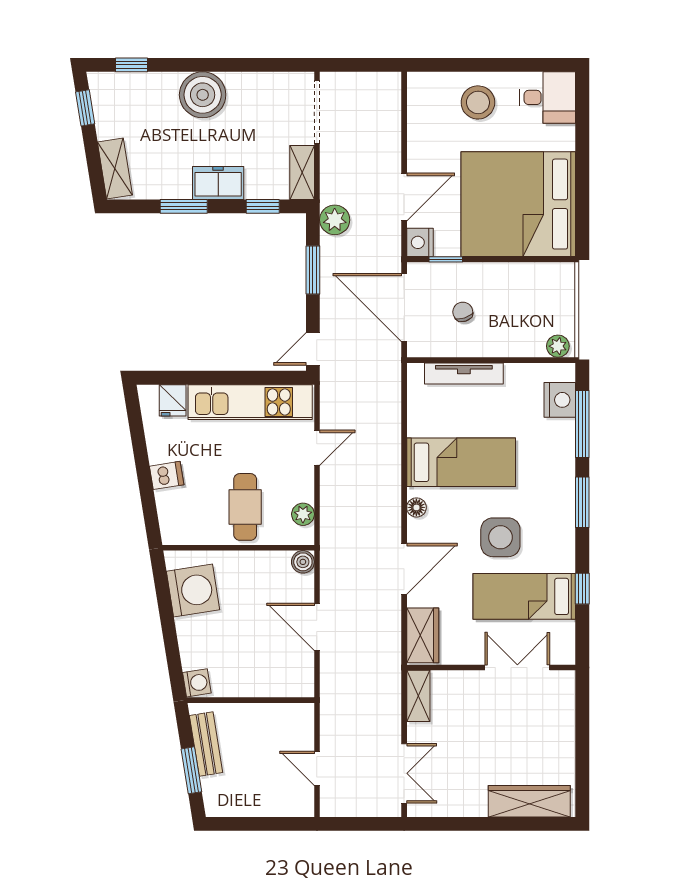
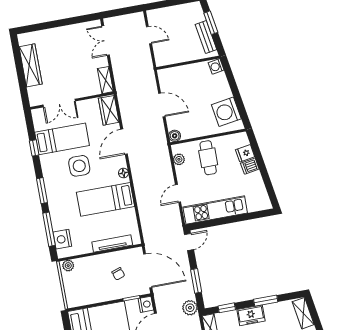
fridge: (173, 400) -> (245, 153), moved, turned -99
wardrobe: (529, 801) -> (31, 65), moved, turned -90

